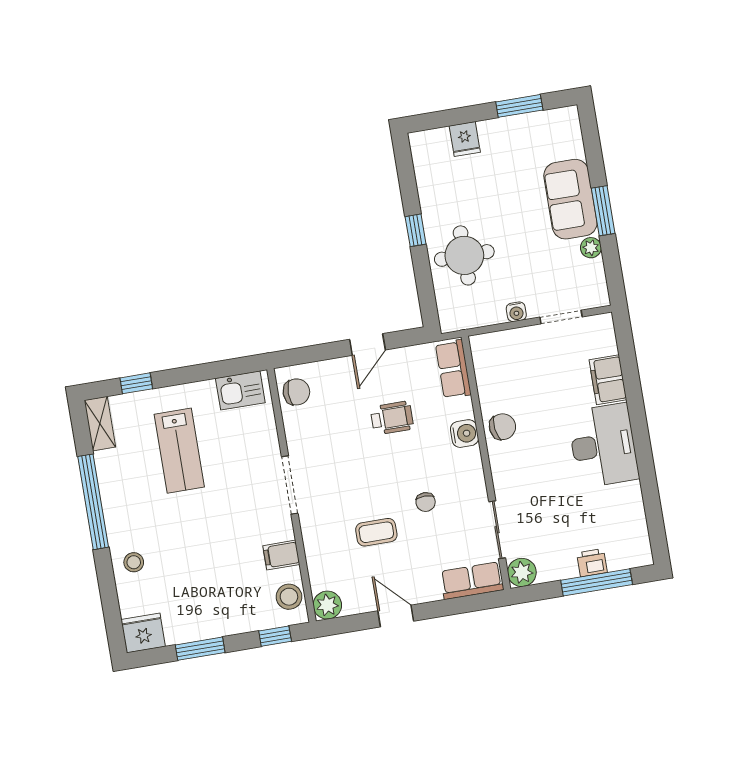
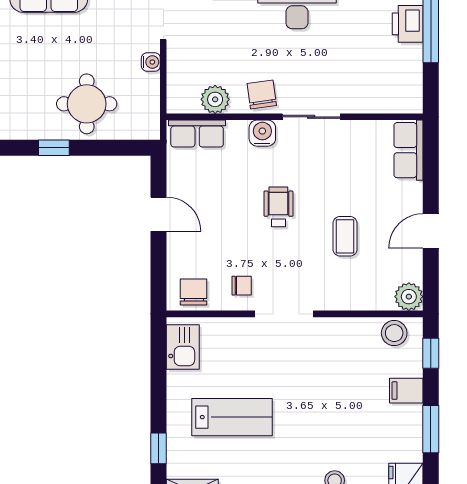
wheelchair: (392, 418) -> (278, 207), moved
chair: (426, 502) -> (242, 286), moved
sliding door: (497, 530) -> (311, 117), moved
filing cabinet: (281, 555) -> (406, 391), moved, turned 90
printer: (592, 563) -> (408, 24), width x1.36, depth x1.24
plant: (522, 572) -> (215, 99), moved

